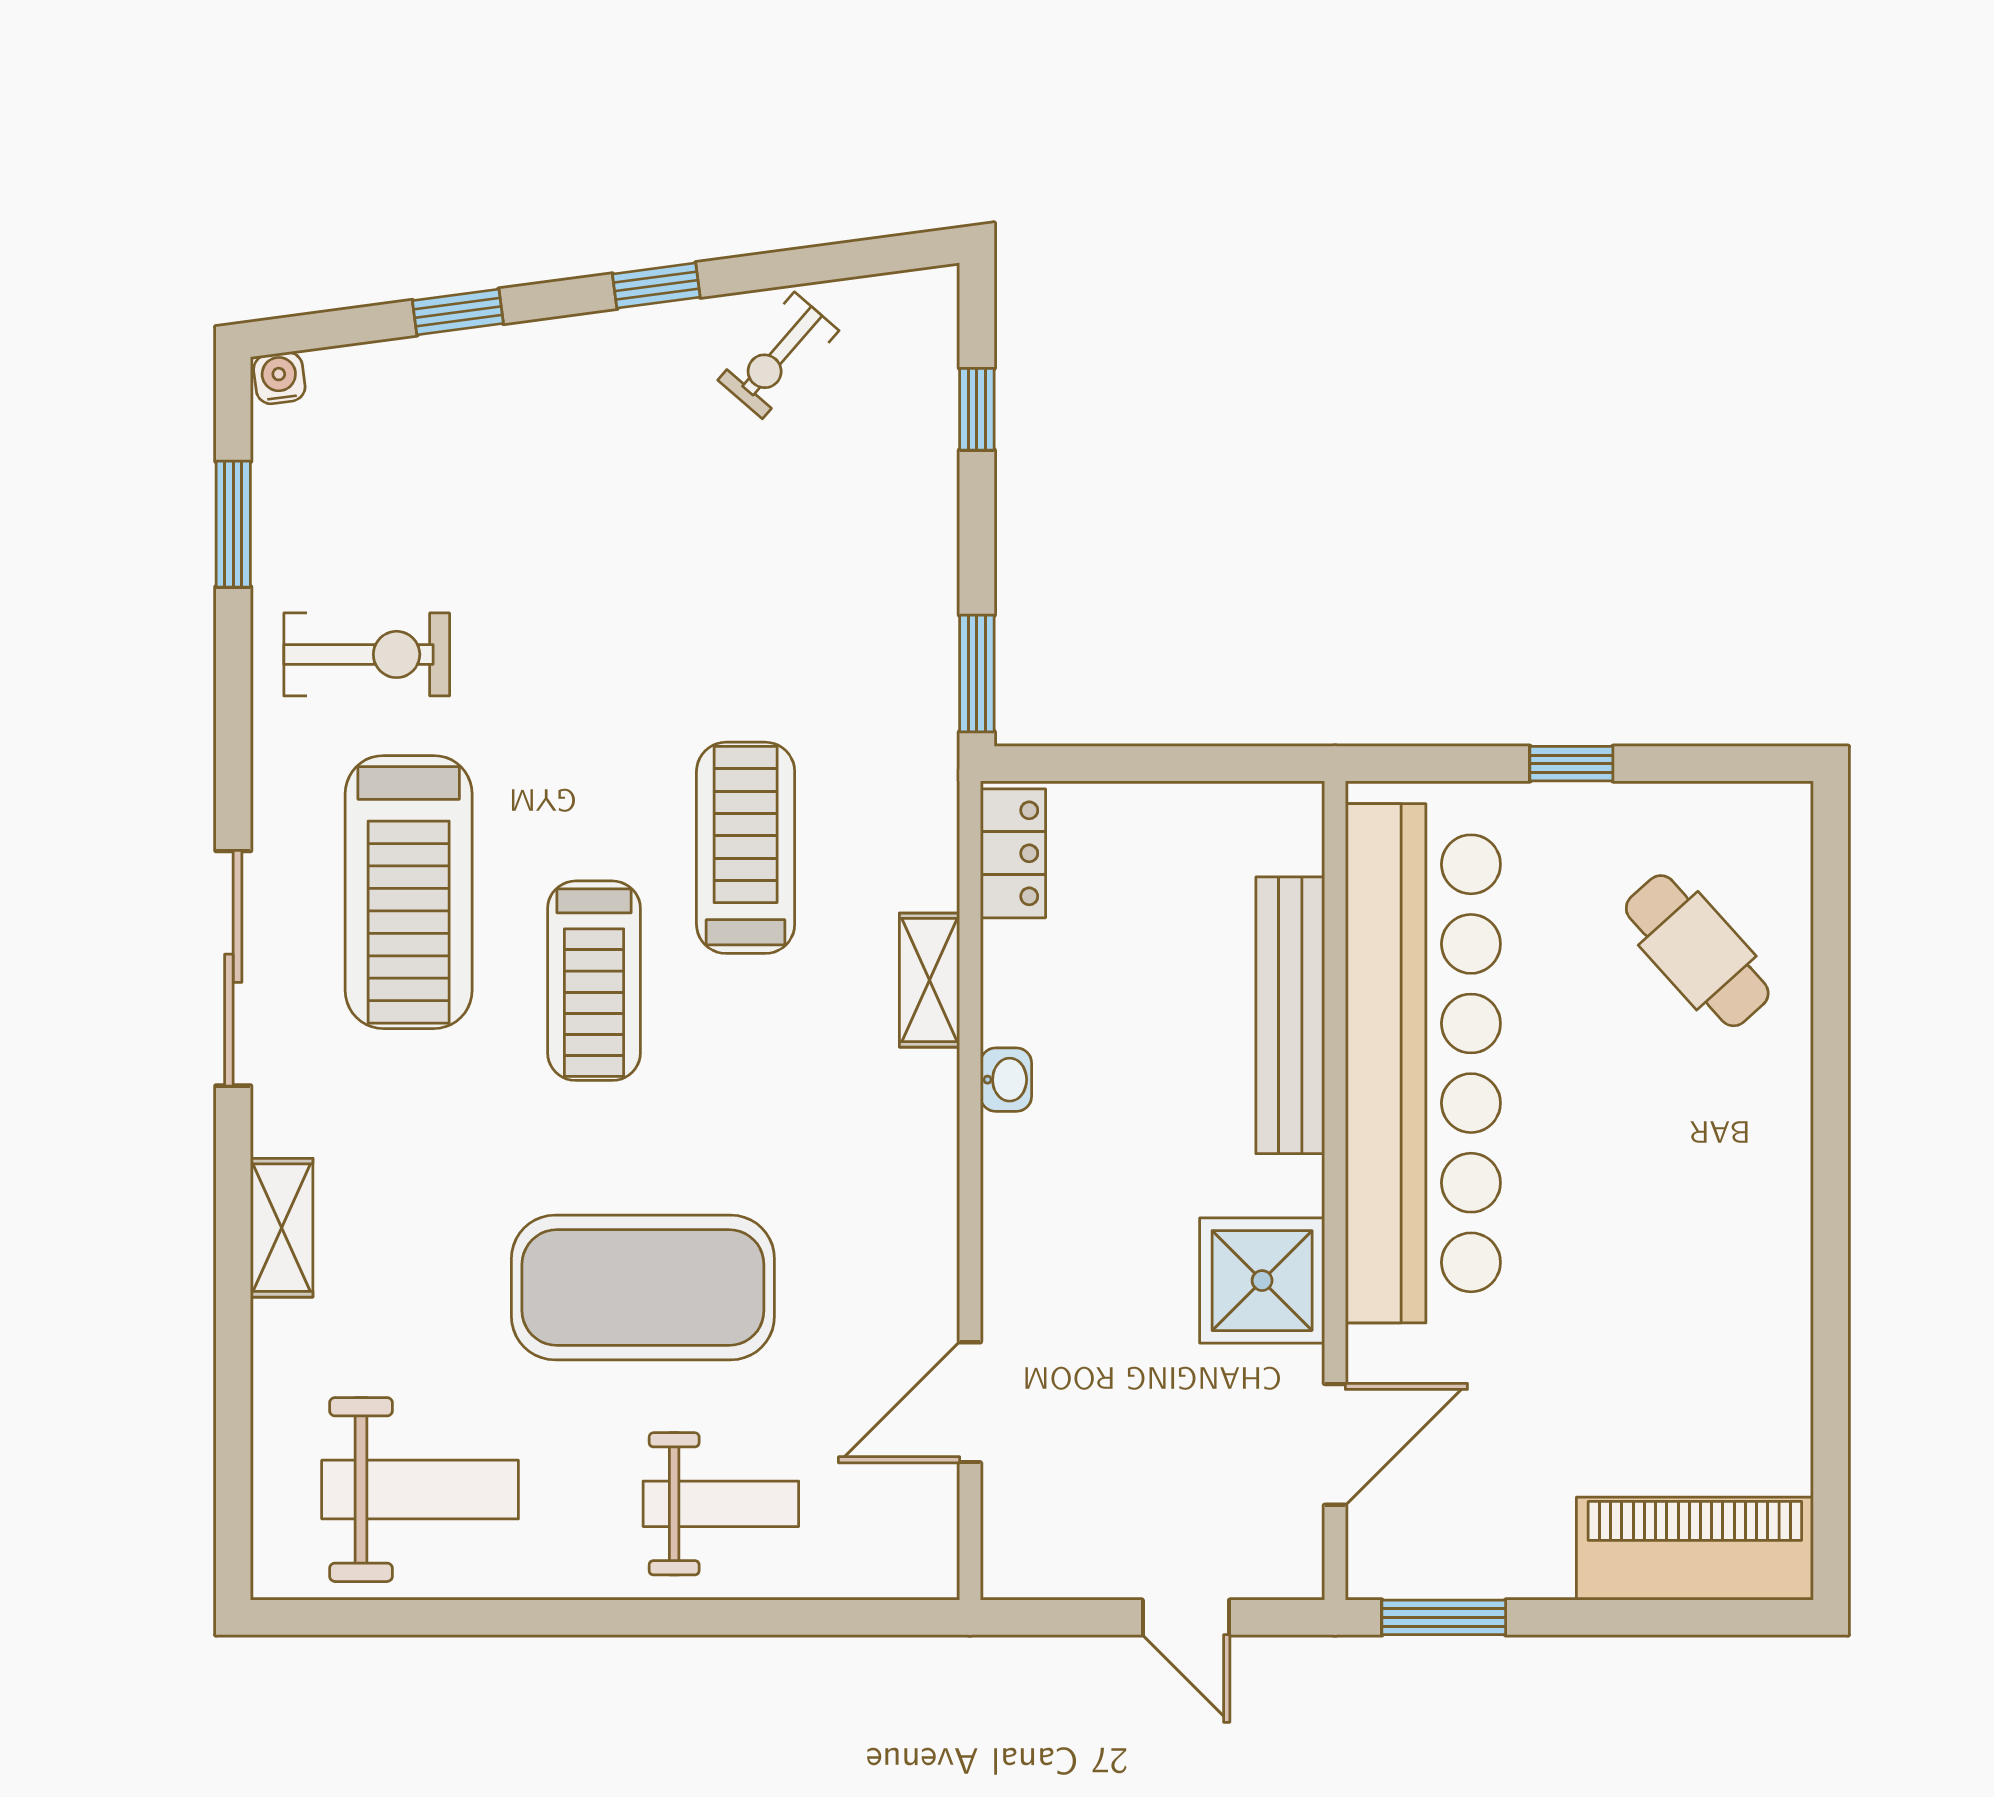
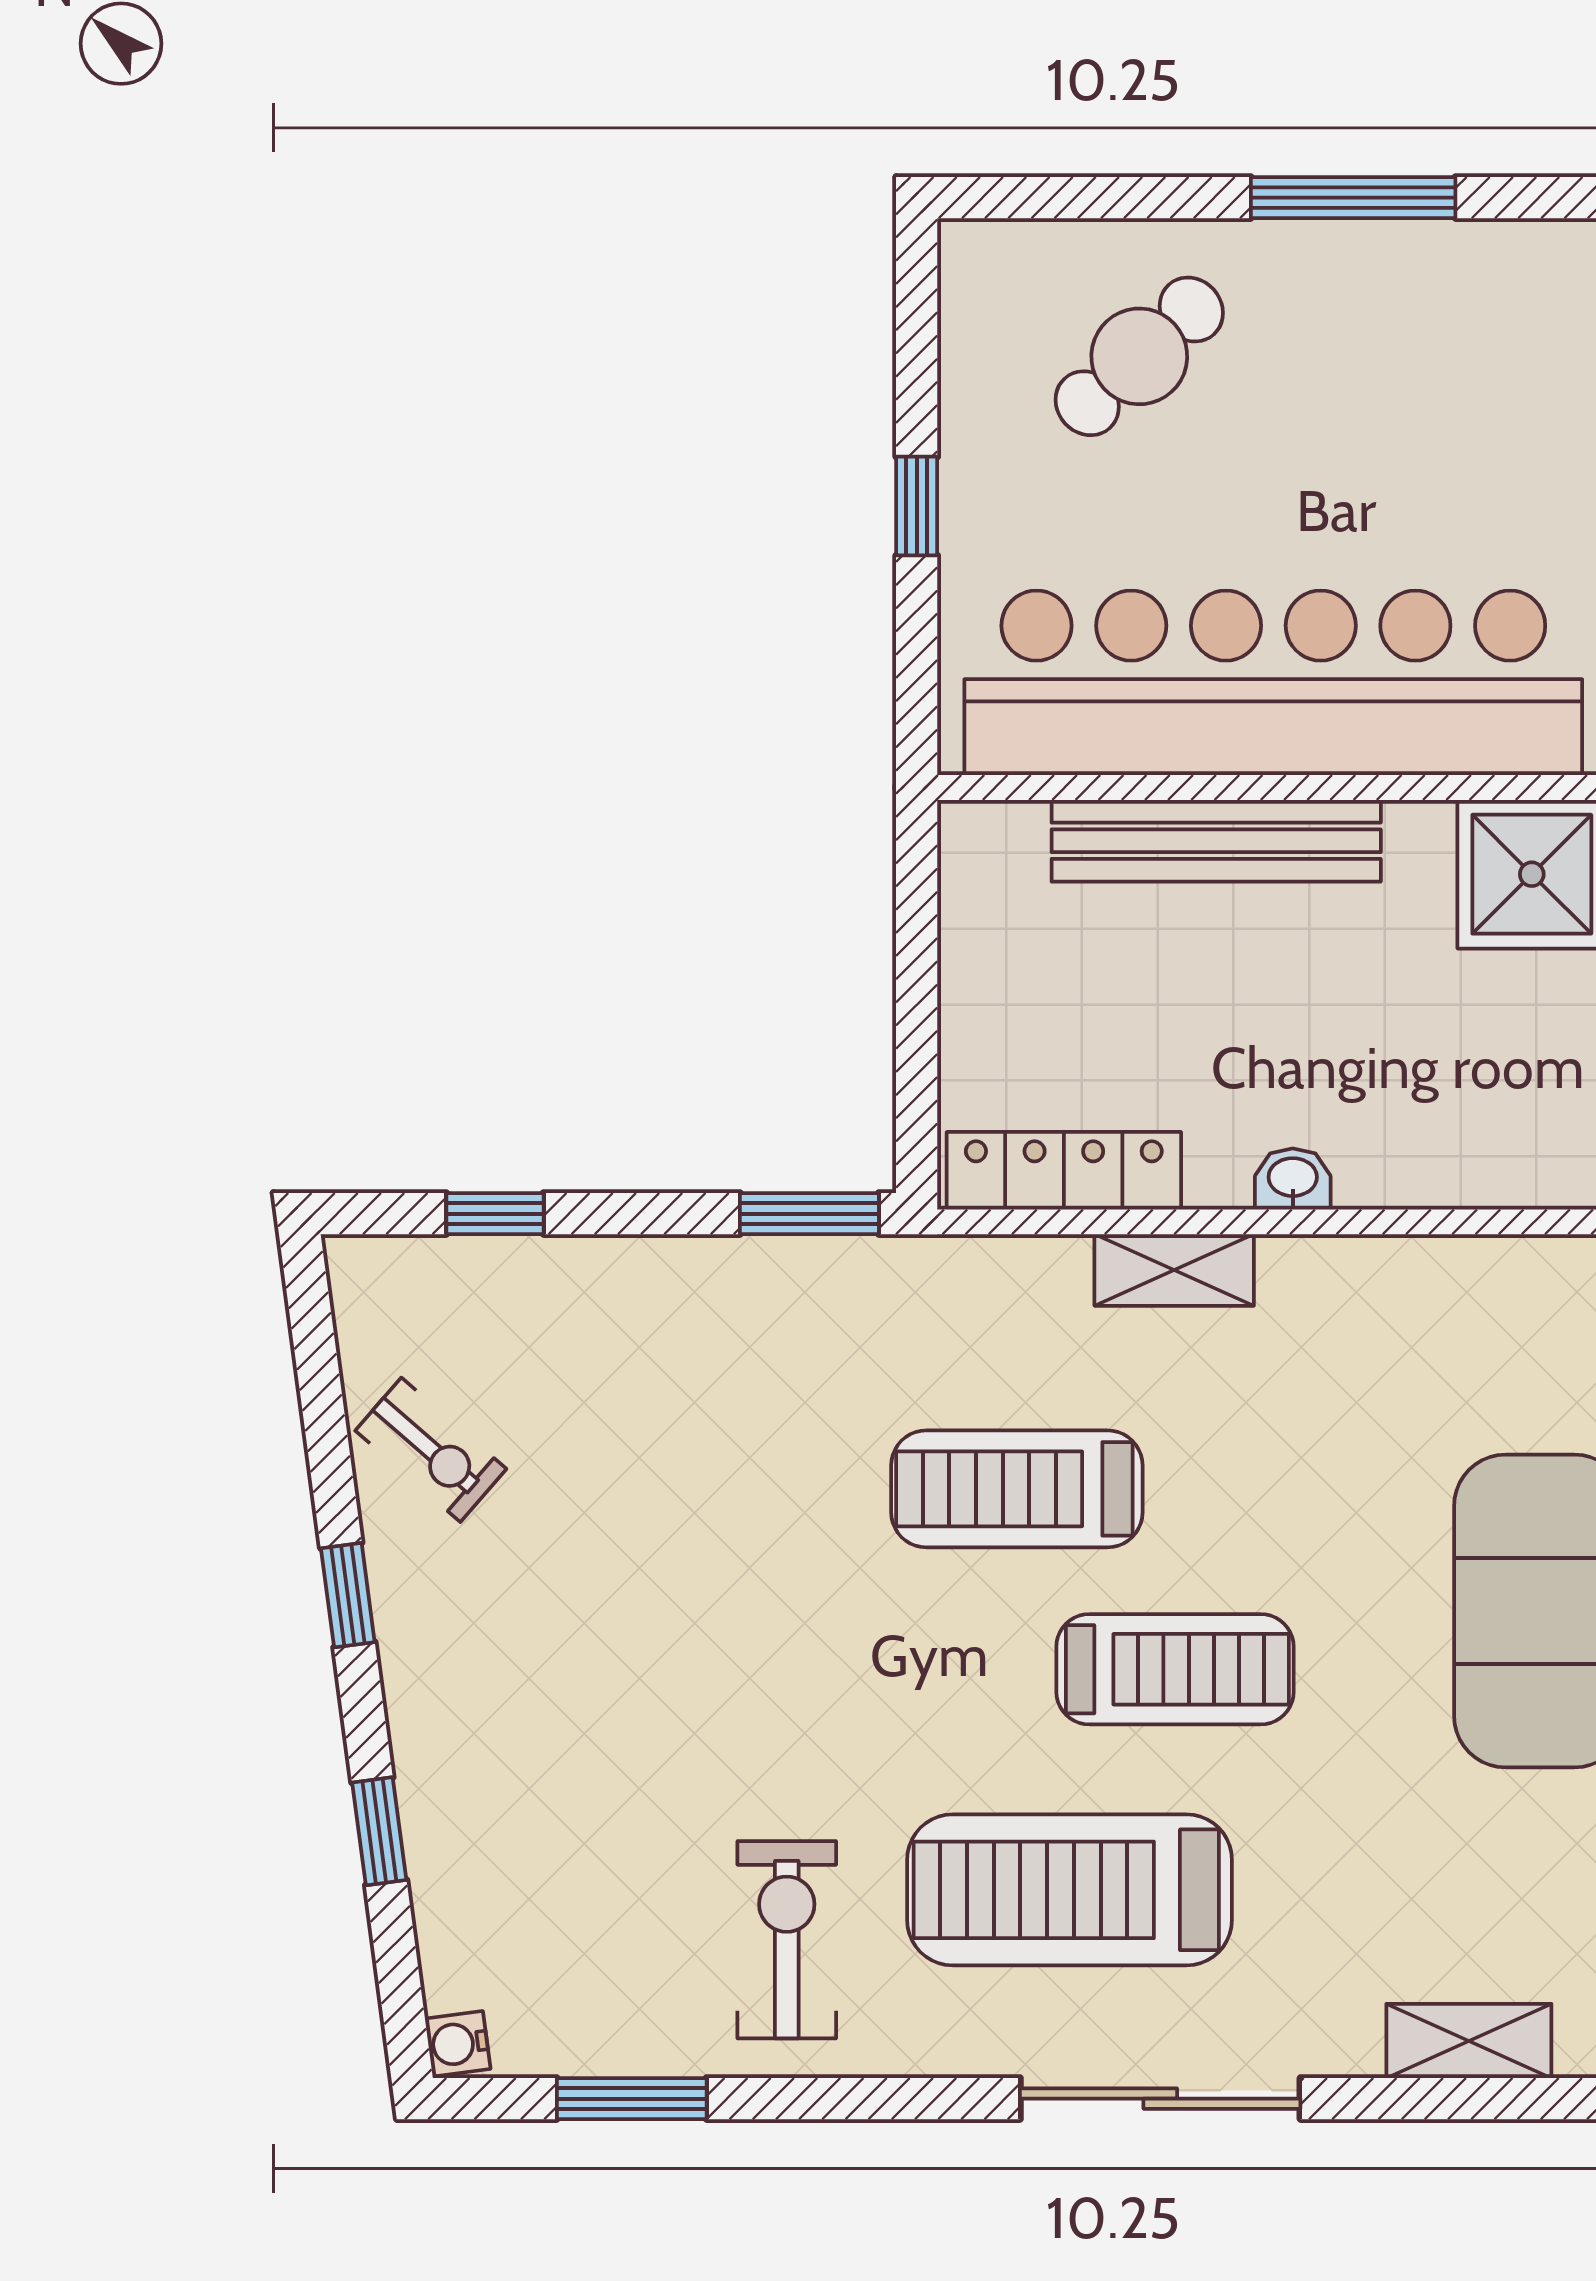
locker: (1013, 853) -> (1064, 1171), width x1.53
treadmill: (409, 892) -> (1070, 1890), turned 180
window: (1831, 1130) -> (1353, 198), added

